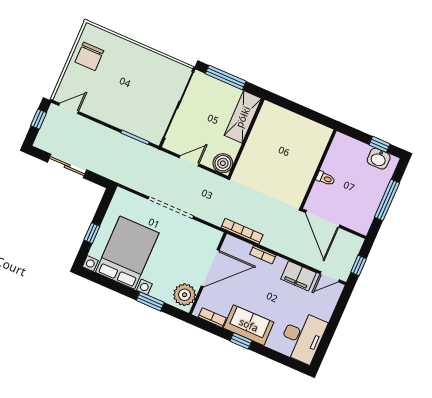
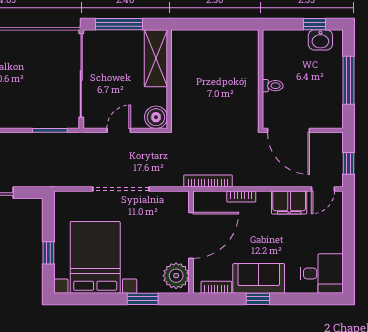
desk: (302, 337) -> (322, 273), width x0.73

